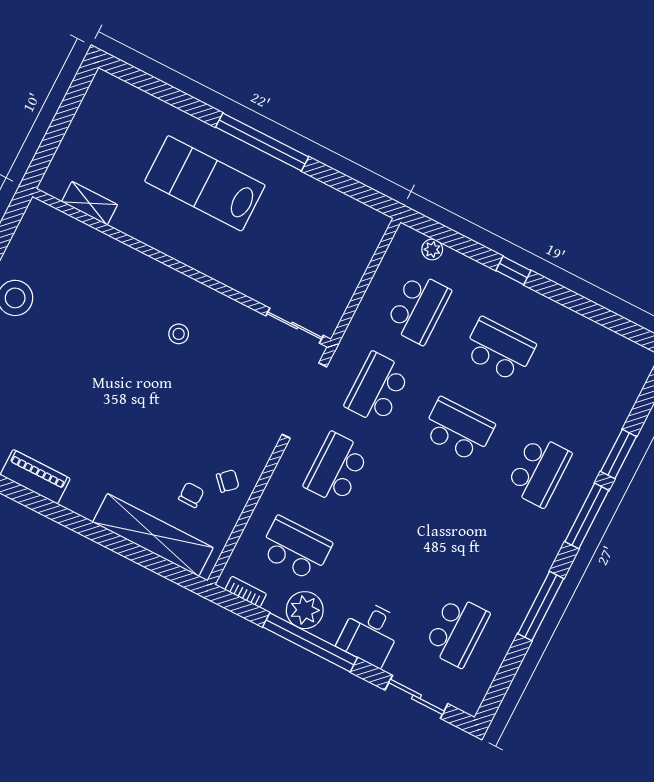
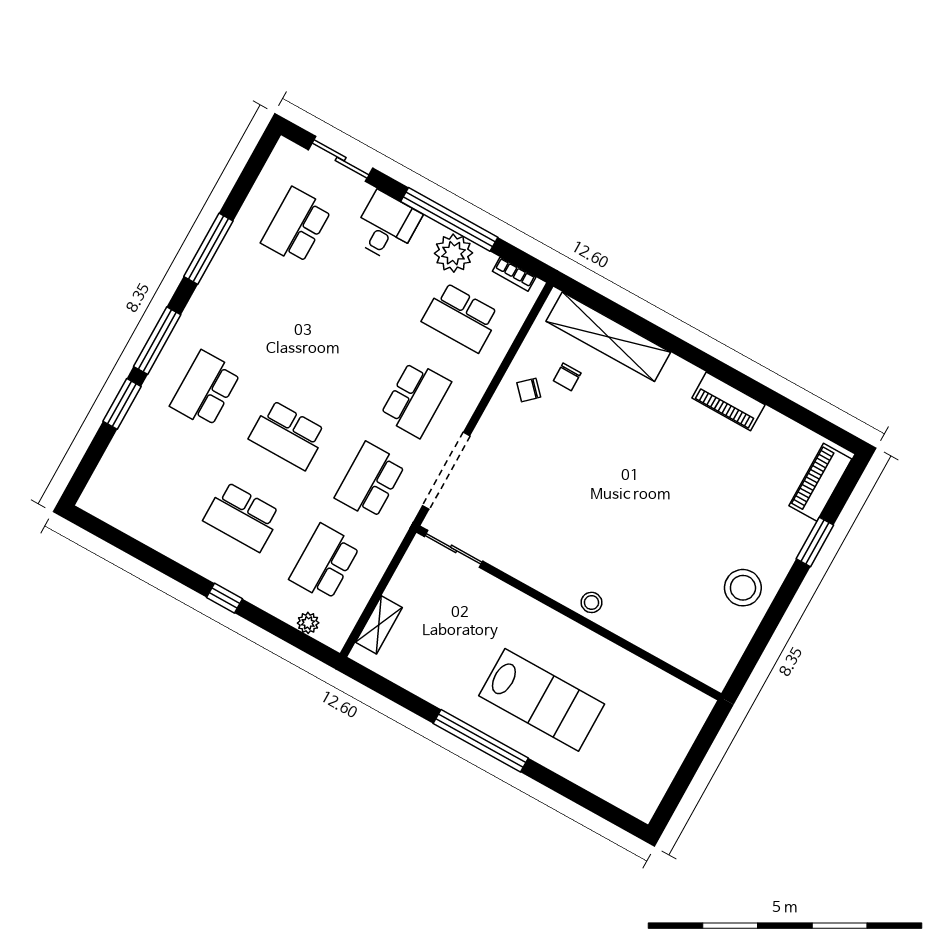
shelving: (90, 203) -> (379, 625), moved, turned 90
stool: (179, 334) -> (591, 602), moved
school desk: (377, 388) -> (370, 481), turned 180

